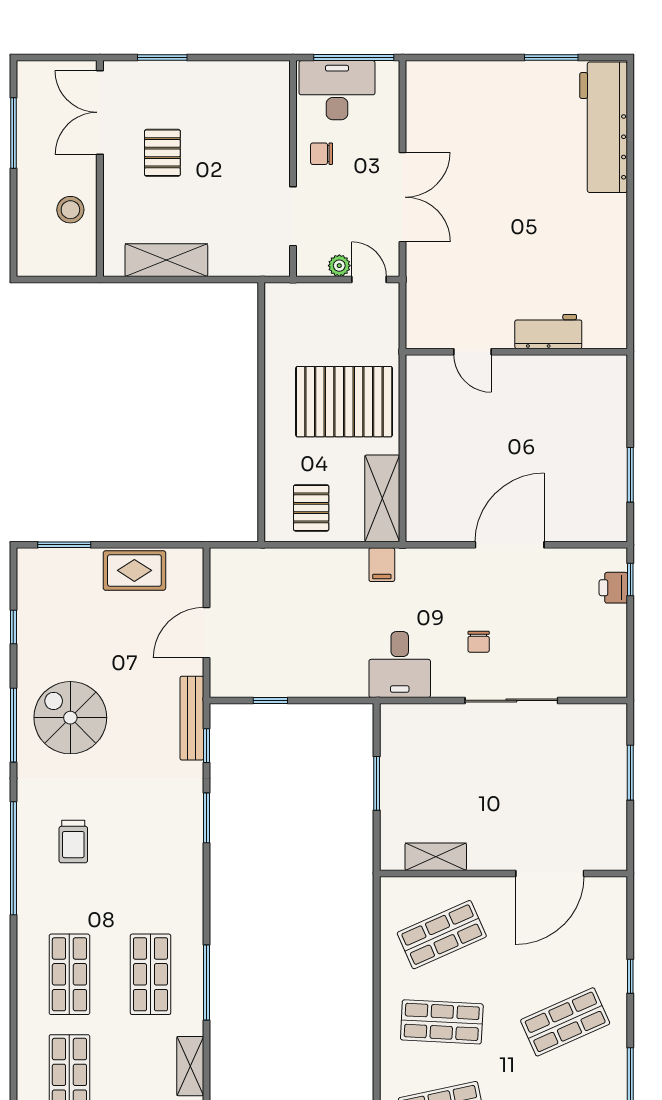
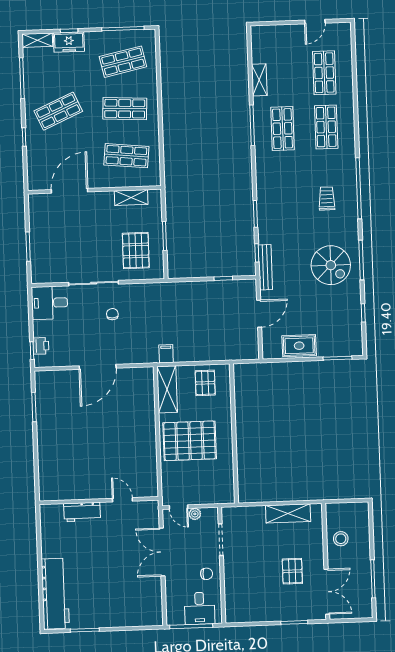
desk: (337, 90) -> (200, 608), width x0.73
workbench: (548, 332) -> (82, 512), moved
door: (473, 352) -> (122, 500), moved
wall: (516, 352) -> (99, 501), moved
desk: (400, 665) -> (50, 303), moved, turned -90
pallet: (431, 758) -> (136, 251), added
shop shelf: (442, 935) -> (126, 156), turned 30

